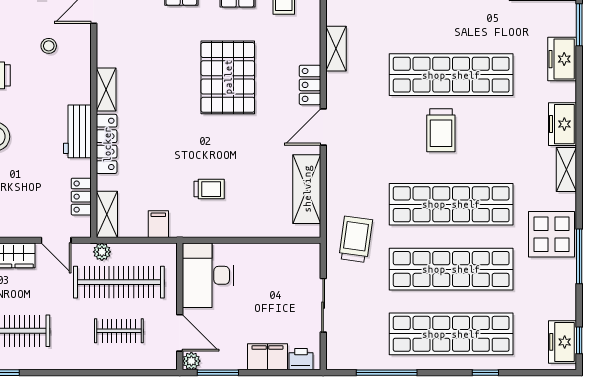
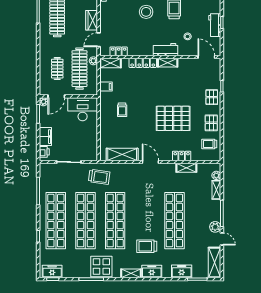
locker: (310, 85) -> (182, 156), moved
trolley: (441, 130) -> (147, 246), moved
workbench: (77, 131) -> (165, 50), moved

